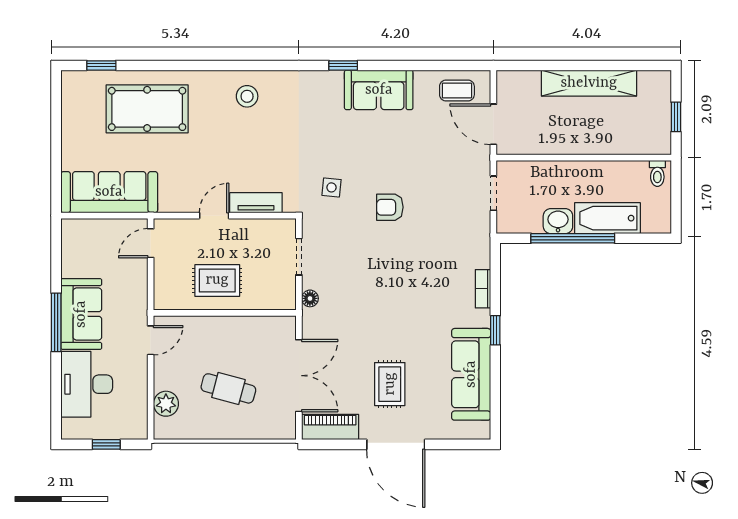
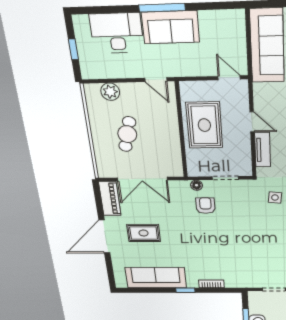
armchair: (390, 207) -> (205, 206), moved
rug: (217, 280) -> (204, 125), width x1.36, depth x1.43

